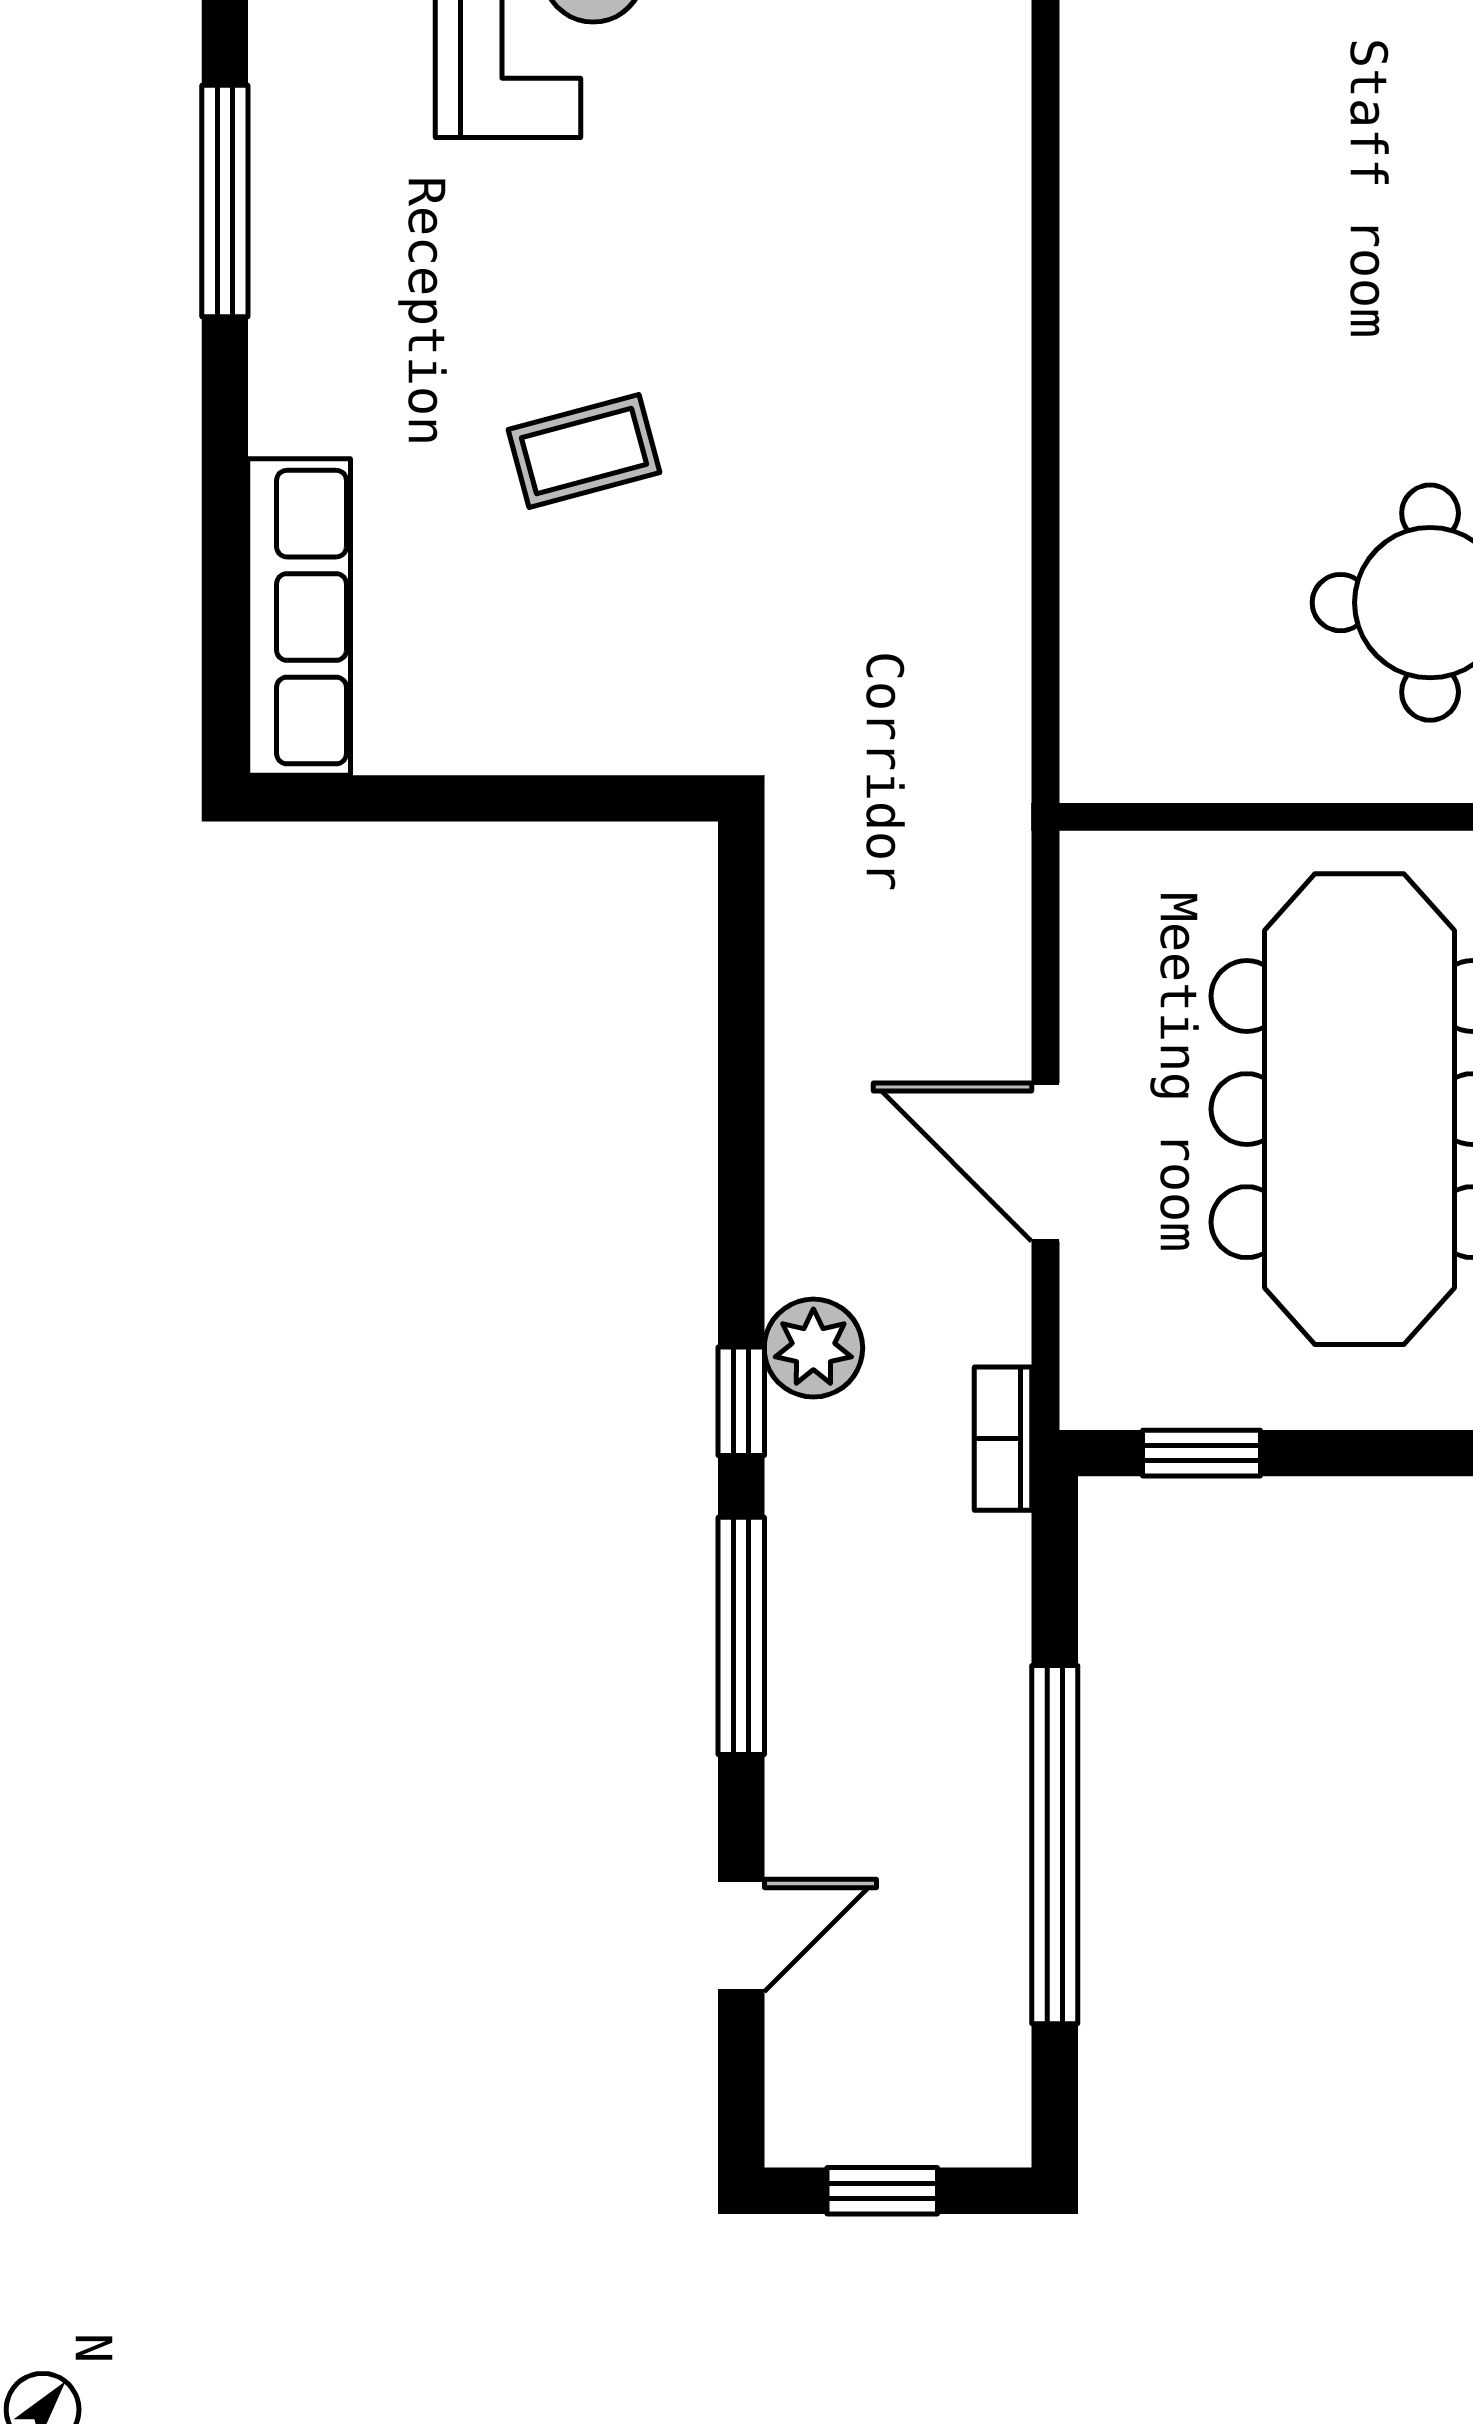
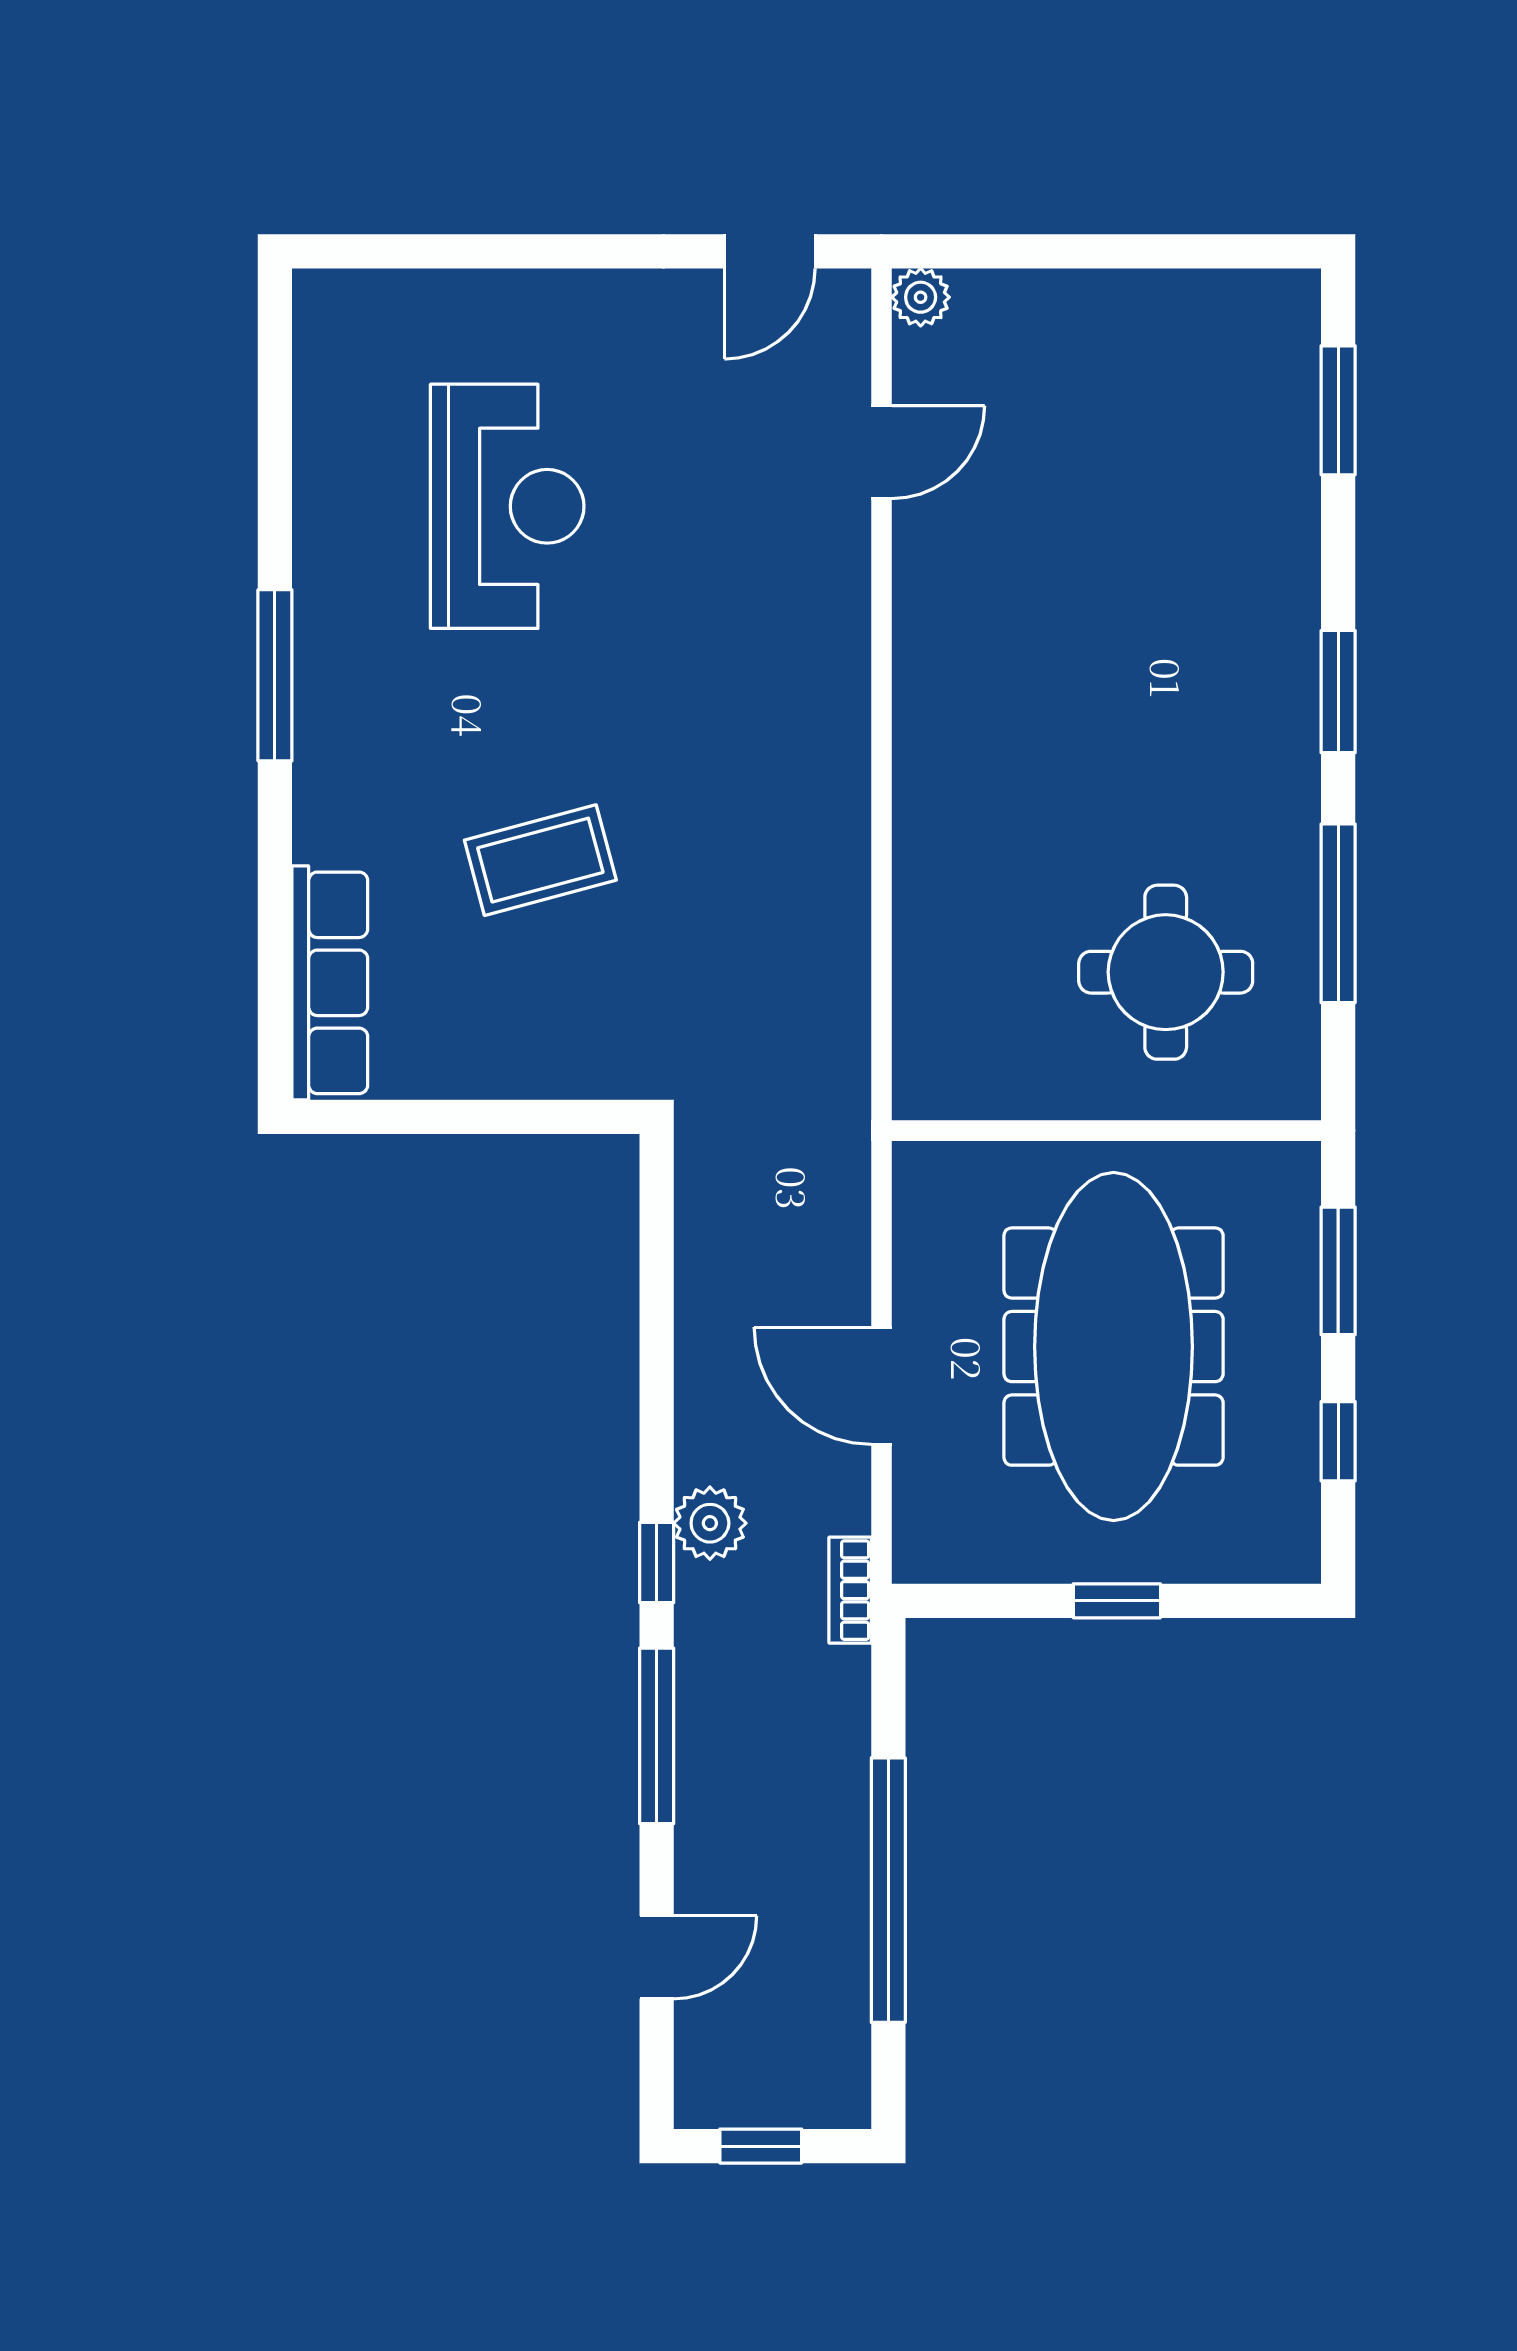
coffee table: (584, 451) -> (540, 860), width x1.36, depth x1.30
window: (1202, 1453) -> (1117, 1601), moved

